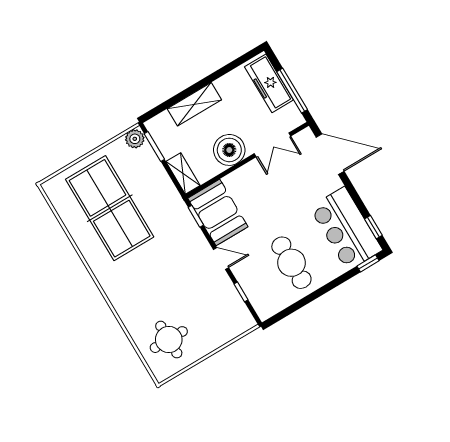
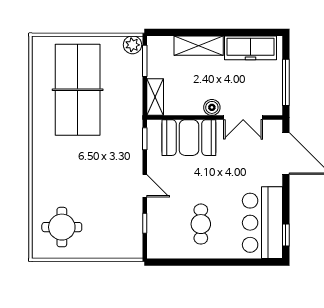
freezer: (269, 83) -> (251, 48), moved, turned -90
boiler: (229, 150) -> (212, 107), width x0.54, depth x0.54
booth: (218, 212) -> (189, 138), moved, turned 90
cafe table: (291, 263) -> (201, 224), width x0.73, depth x0.74
window: (368, 263) -> (264, 262), removed

